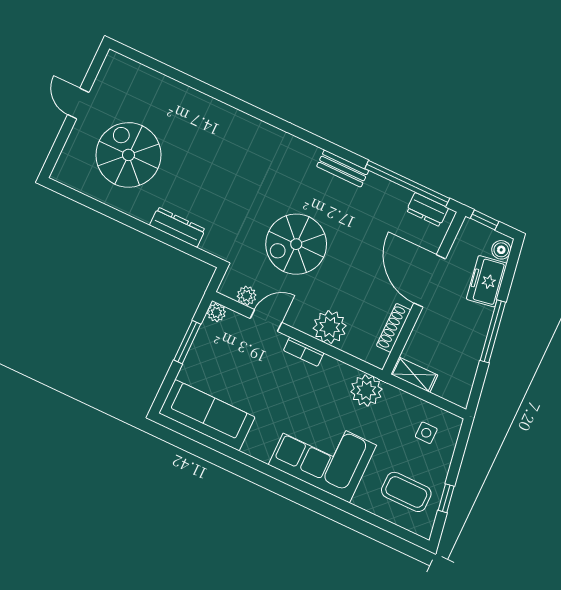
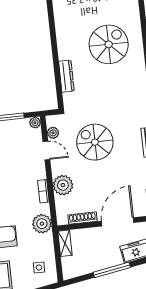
spiral stairs: (128, 155) -> (109, 44), moved
bookcase: (304, 352) -> (43, 191), moved

